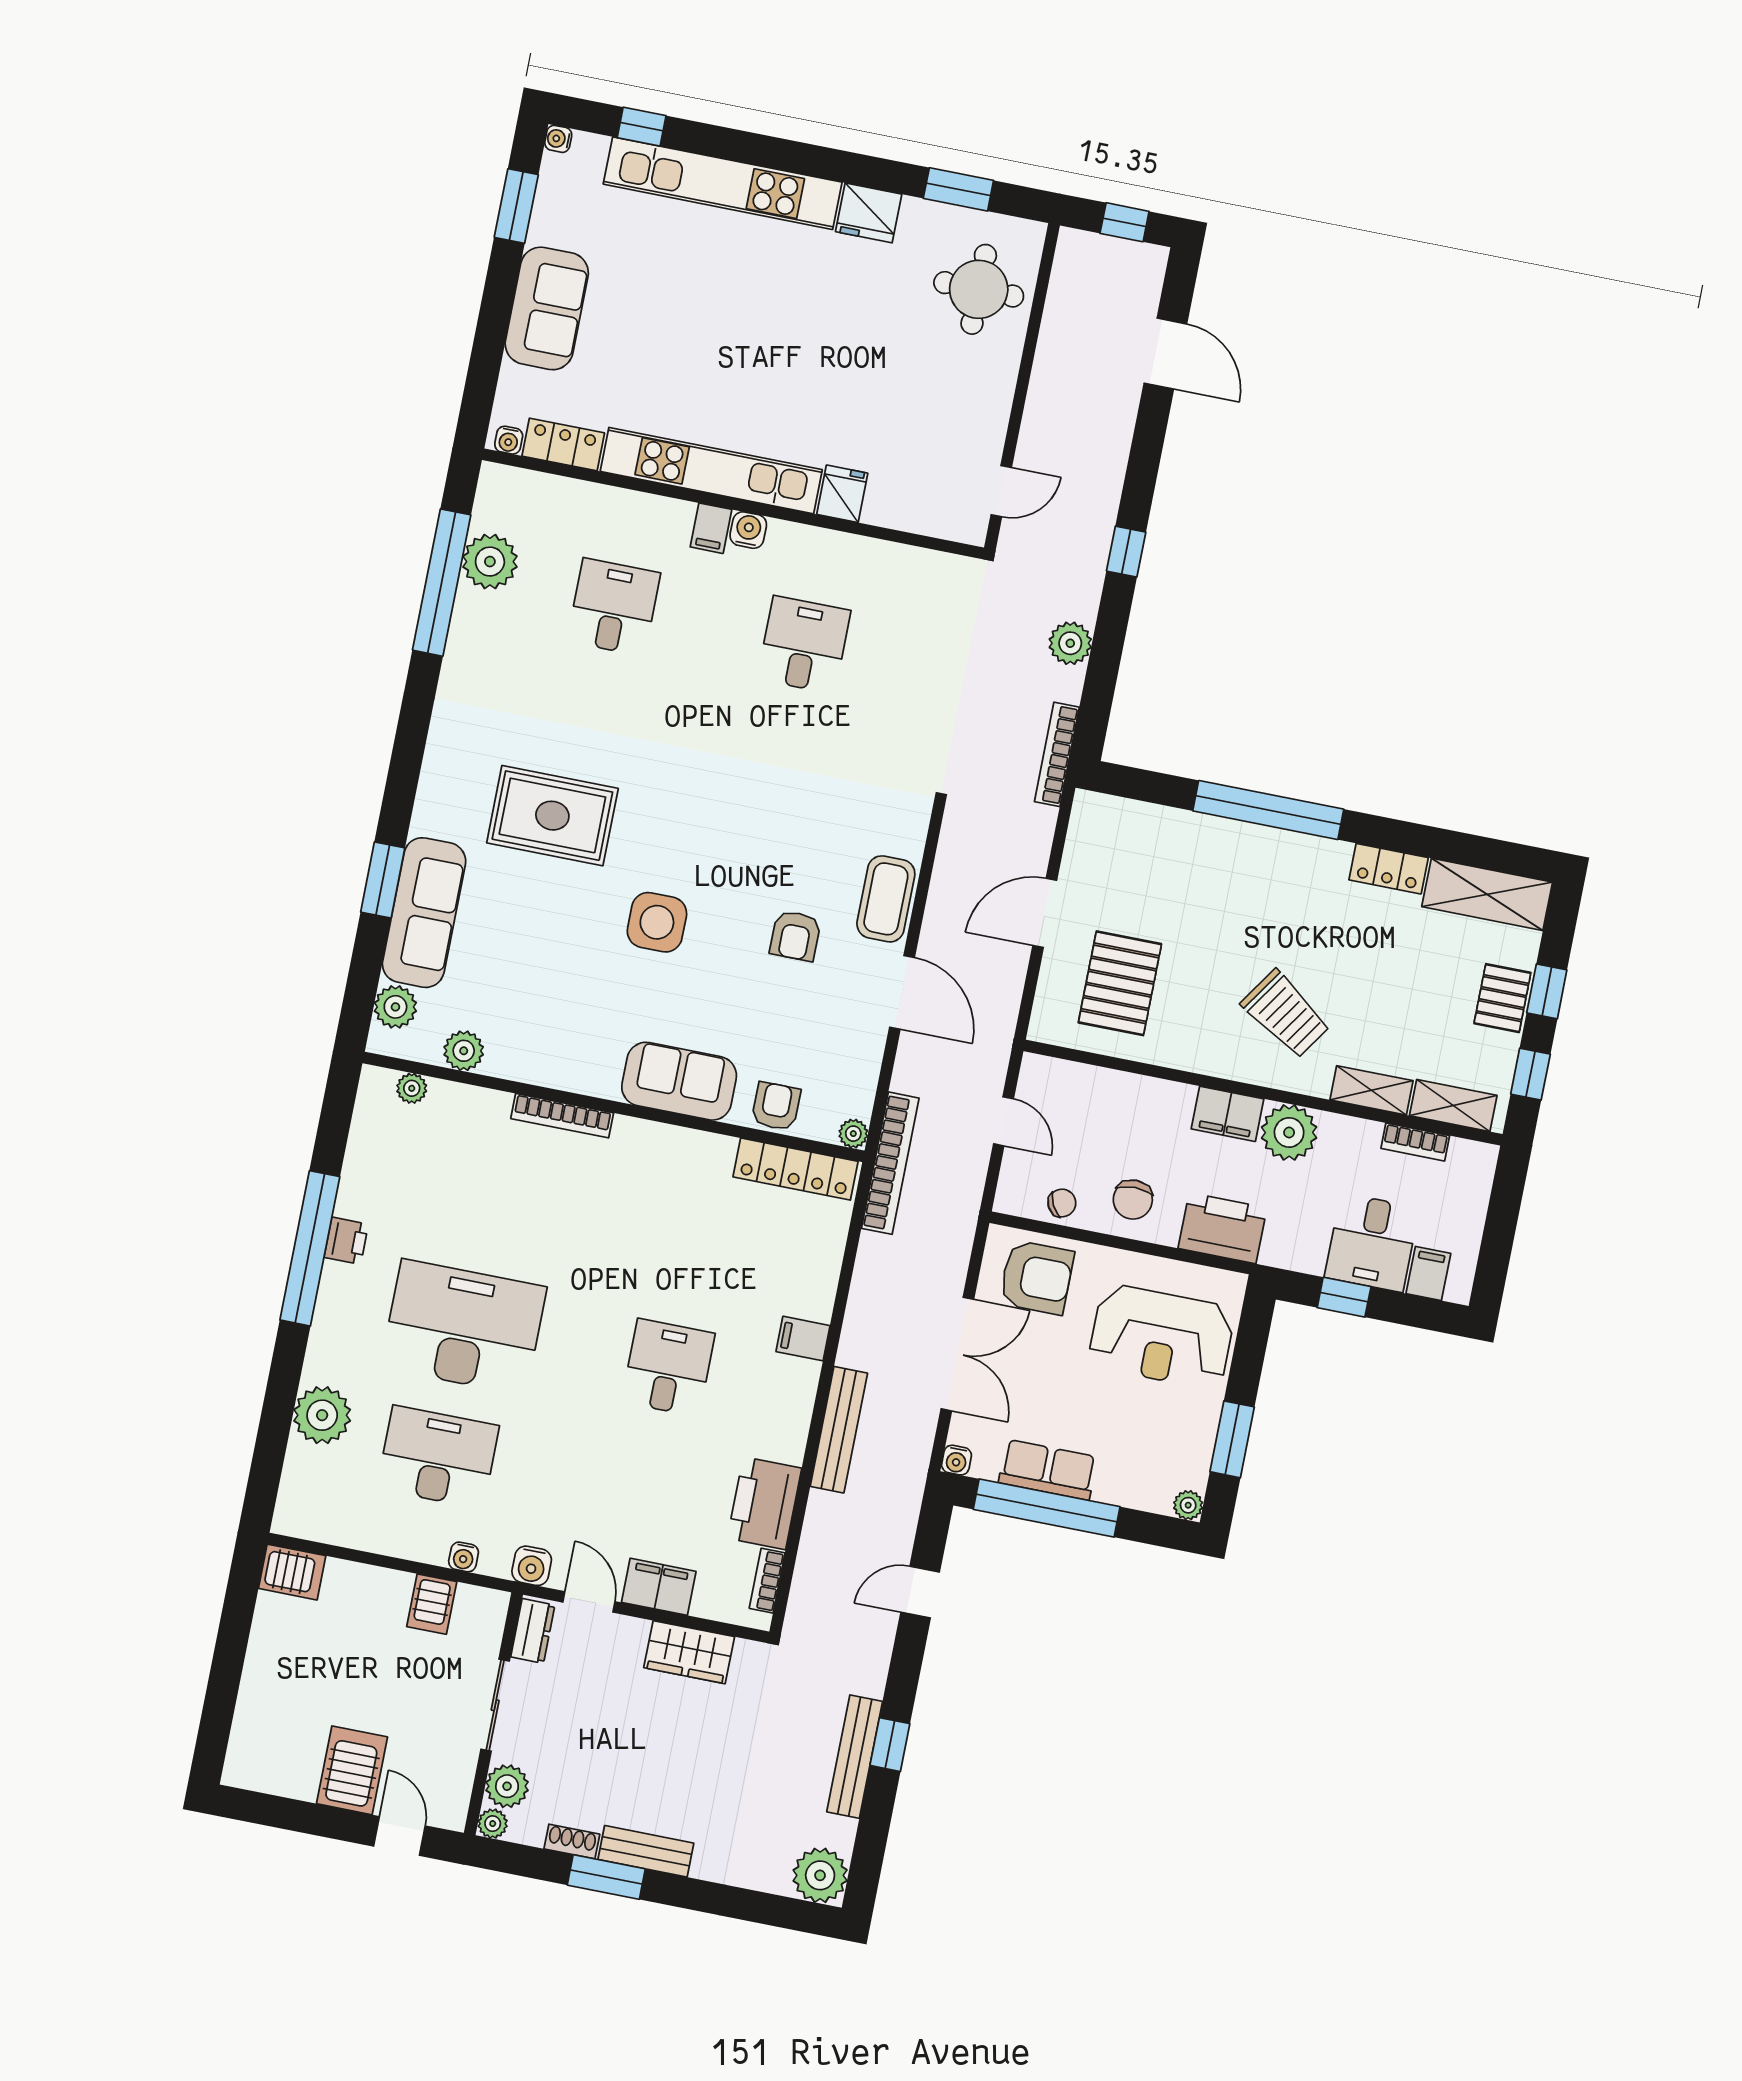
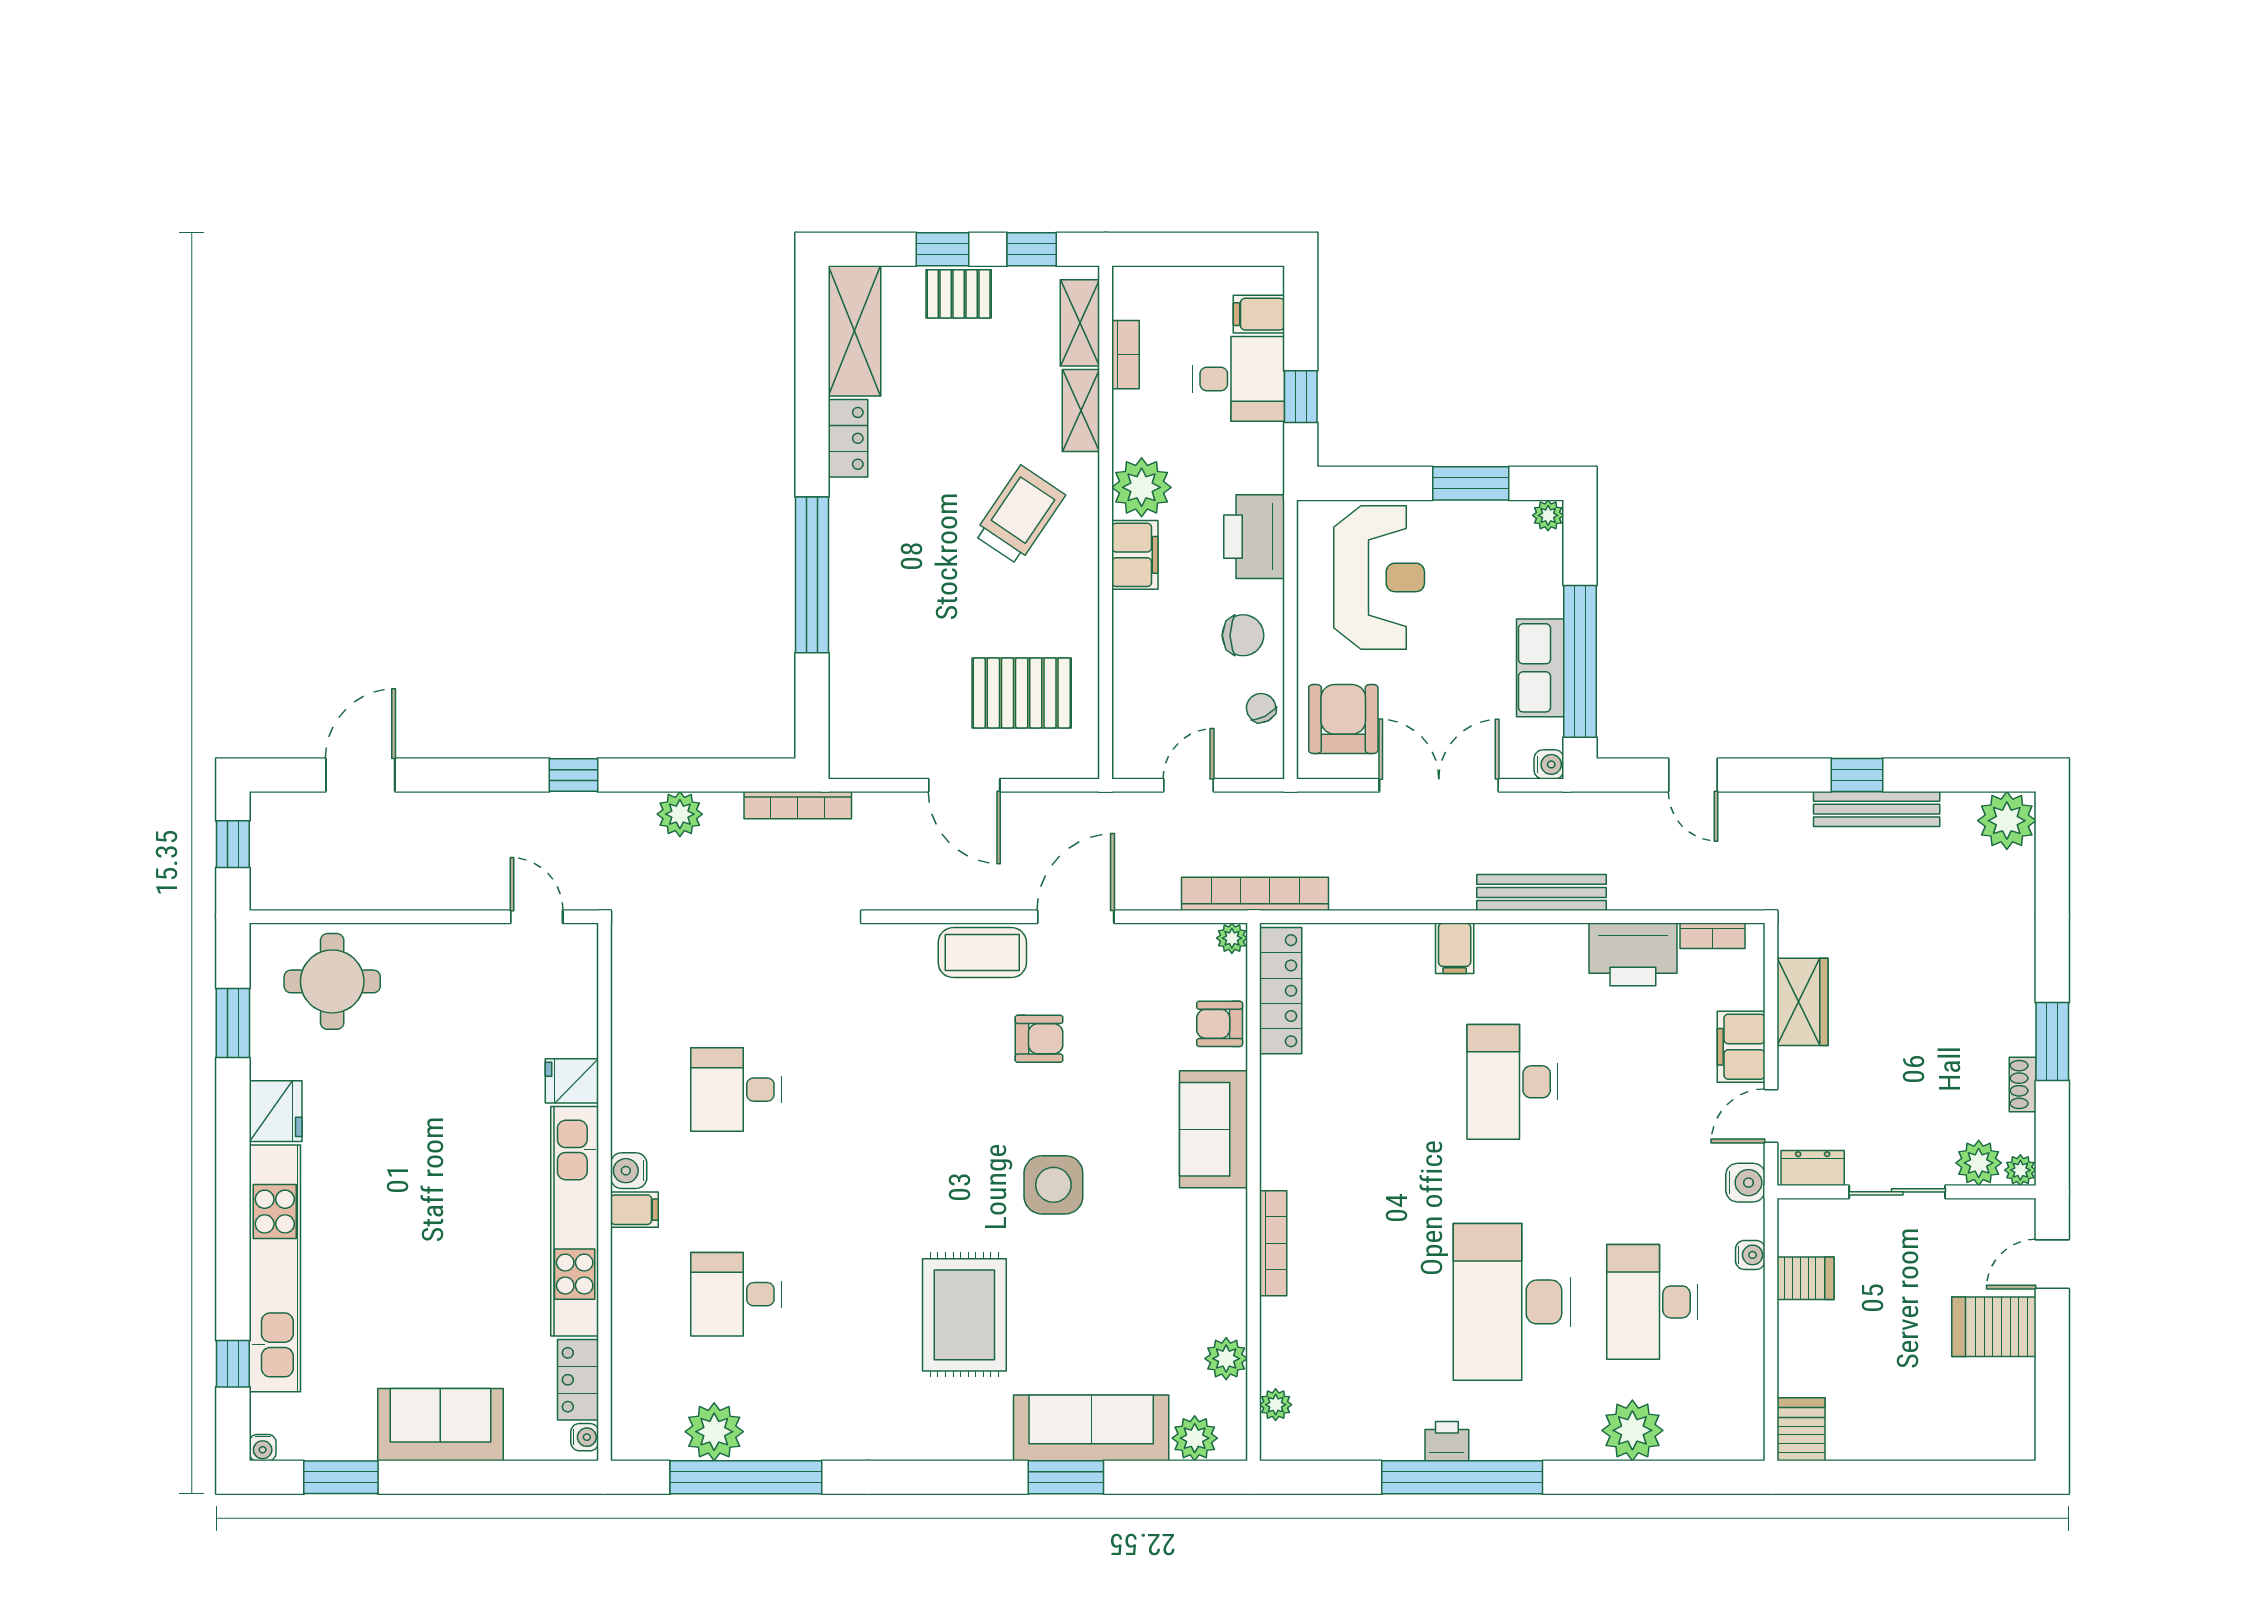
desk: (668, 1368) -> (1512, 1082), width x1.37
bench: (646, 1851) -> (2018, 1006), removed

